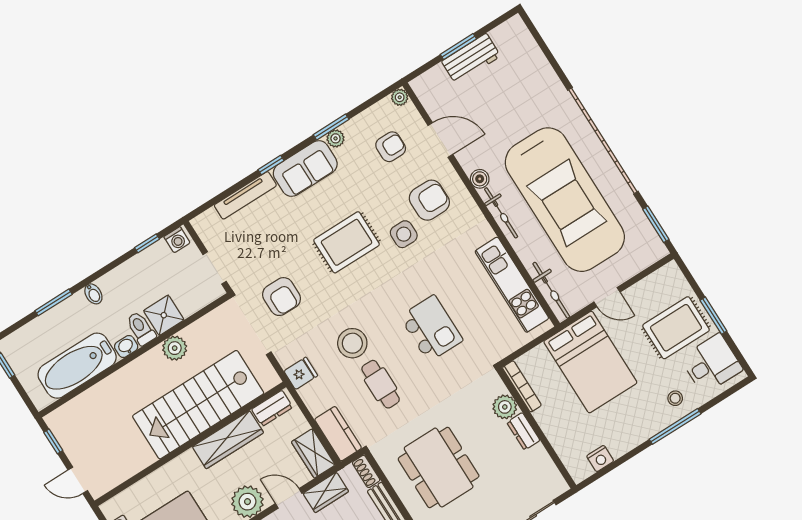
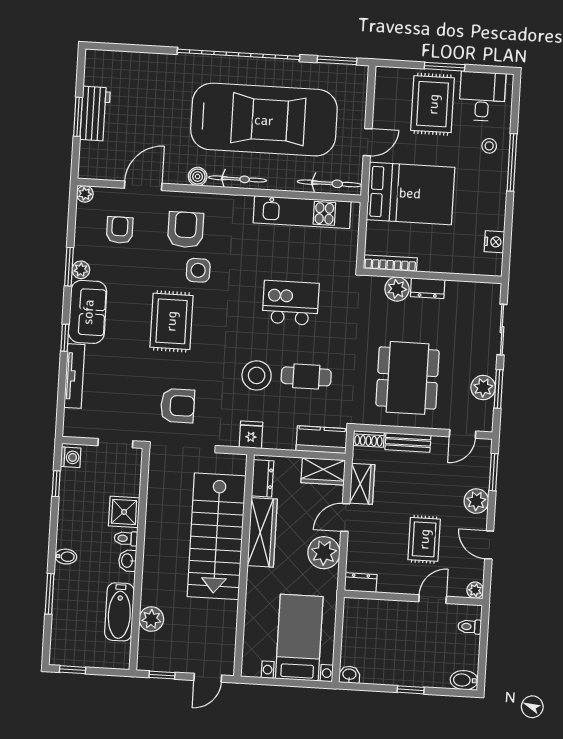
toilet: (141, 328) -> (126, 538), width x0.73, depth x0.72
plant: (175, 348) -> (151, 619), moved
bathtub: (77, 366) -> (119, 612), width x0.73, depth x0.73
dining table: (439, 467) -> (408, 378), turned 90

